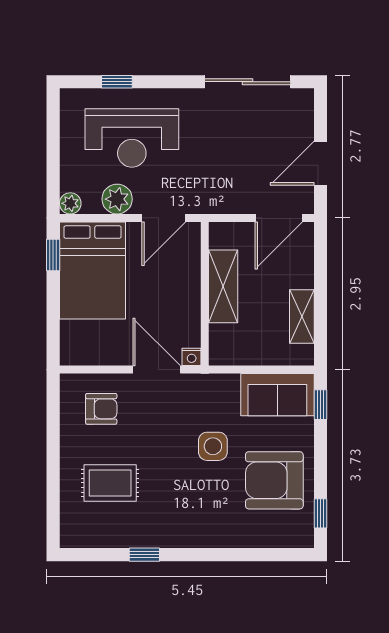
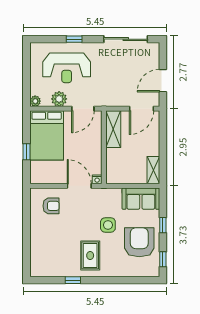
window: (117, 82) -> (74, 39), moved
window: (53, 255) -> (27, 152), moved
shelving: (223, 286) -> (113, 129), moved
shelving: (302, 316) -> (153, 170), moved
window: (320, 405) -> (163, 225), moved
armchair: (274, 480) -> (139, 242), turned 90
rug: (110, 483) -> (90, 255), moved, turned 90

